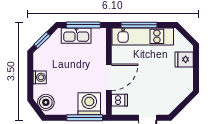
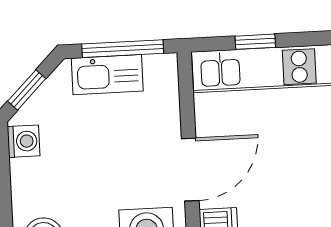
window: (139, 25) -> (255, 42), width x0.46
washing machine: (40, 77) -> (24, 141), moved

